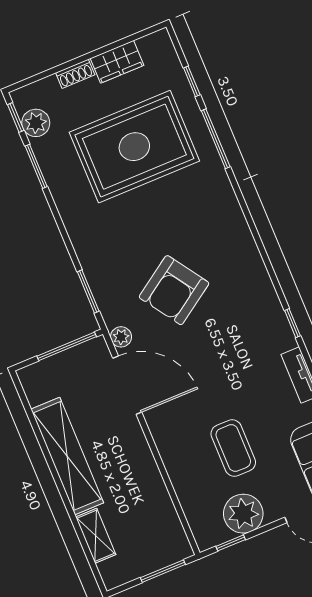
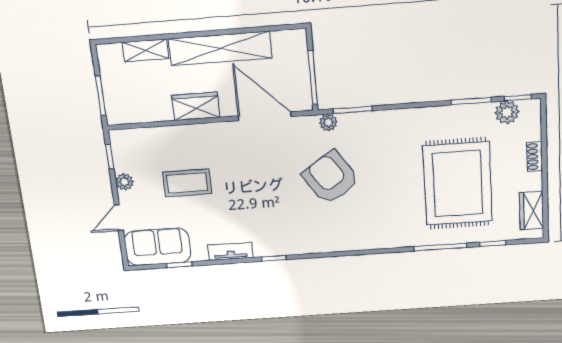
wardrobe: (117, 62) -> (531, 211), moved
plant: (121, 337) -> (328, 122), moved
door: (127, 385) -> (265, 116), swing flipped
wardrobe: (141, 464) -> (196, 106), added
plant: (243, 514) -> (124, 182), width x0.53, depth x0.53

